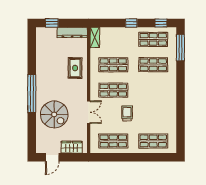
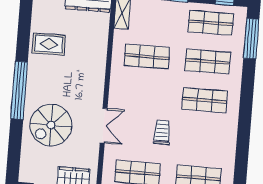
rug: (75, 68) -> (49, 44), moved, turned 90
shop shelf: (113, 90) -> (205, 100), moved
spiral stairs: (54, 114) -> (51, 125), turned 90

